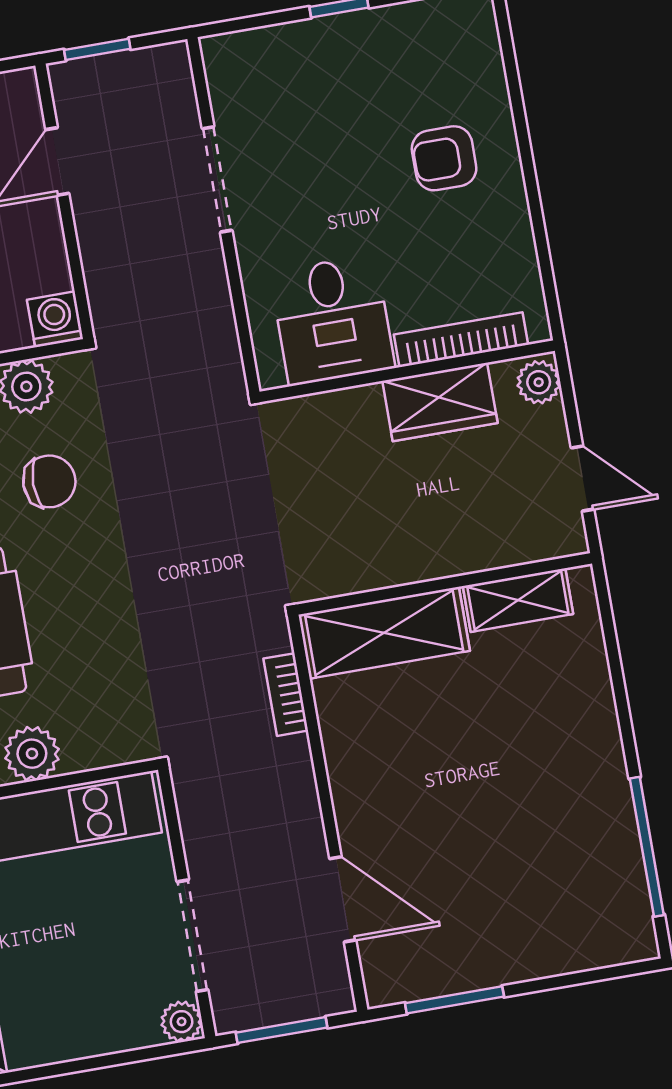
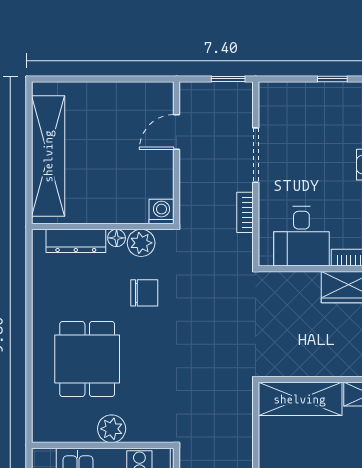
window: (97, 49) -> (228, 79), moved
bookcase: (286, 695) -> (245, 212), moved

